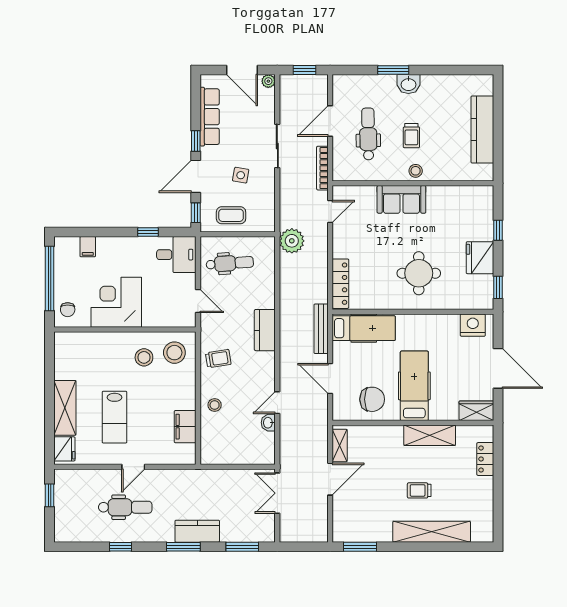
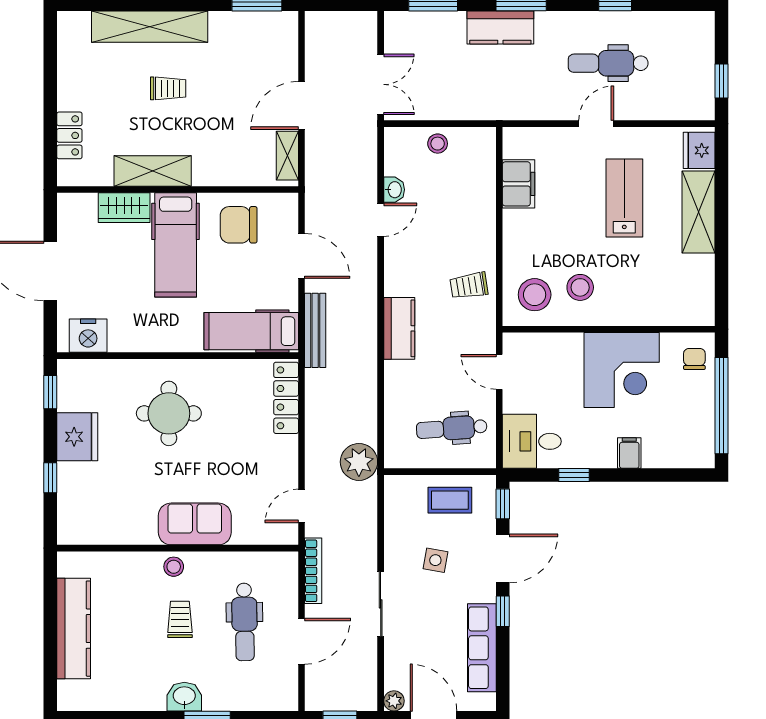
filing cabinet: (88, 247) -> (629, 453), moved
stool: (215, 405) -> (438, 144), moved
wardrobe: (476, 411) -> (124, 208), moved

